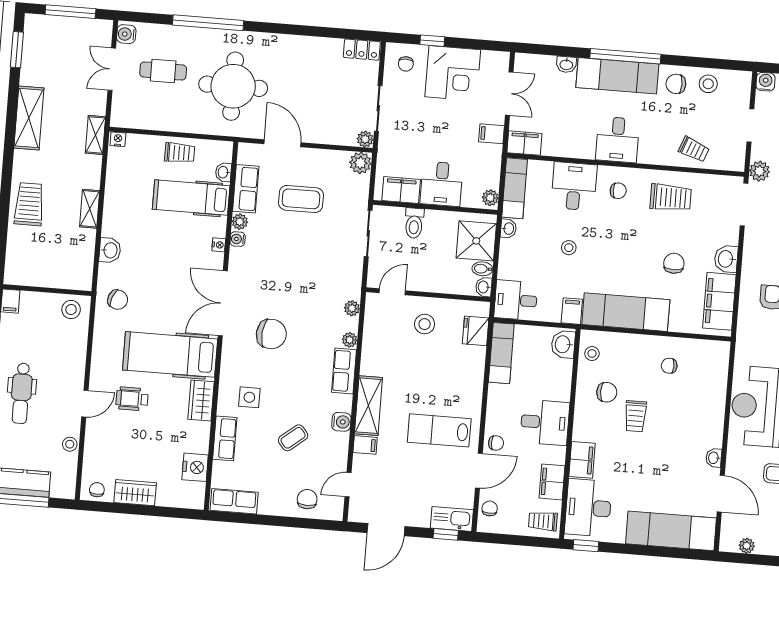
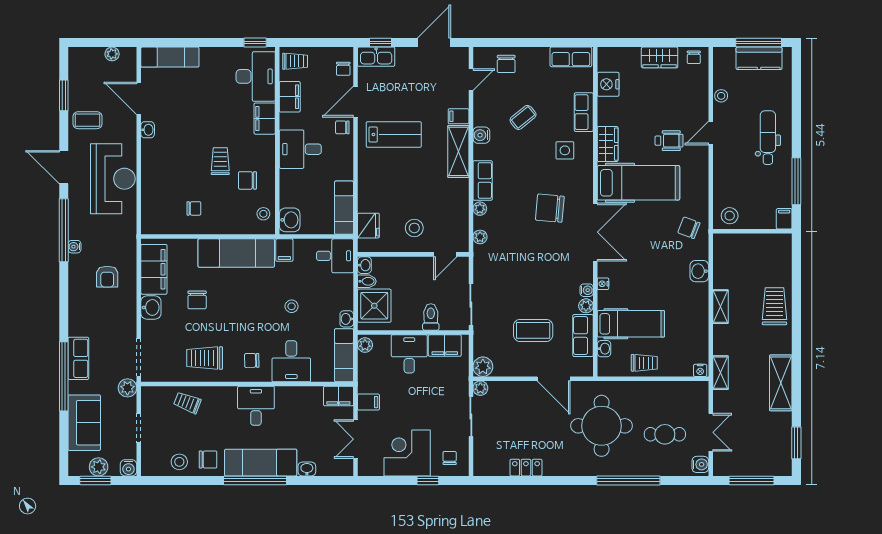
locker: (362, 50) -> (526, 468), moved
trolley: (180, 153) -> (644, 363), turned 180
trolley: (29, 204) -> (774, 306), turned 180
exam couch: (671, 531) -> (170, 57), width x0.73, depth x0.69

